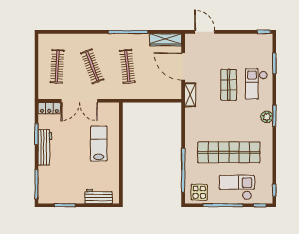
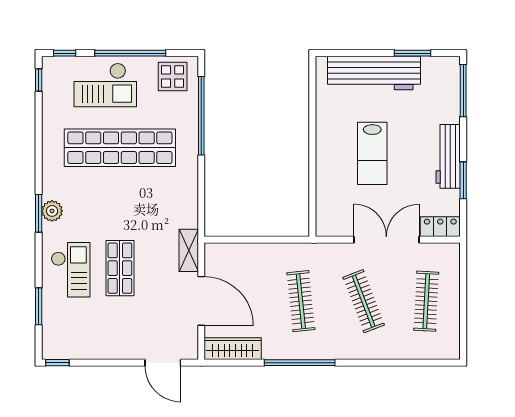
lab bench: (99, 144) -> (372, 153), moved
workbench: (98, 196) -> (374, 73), width x1.88, depth x1.32

